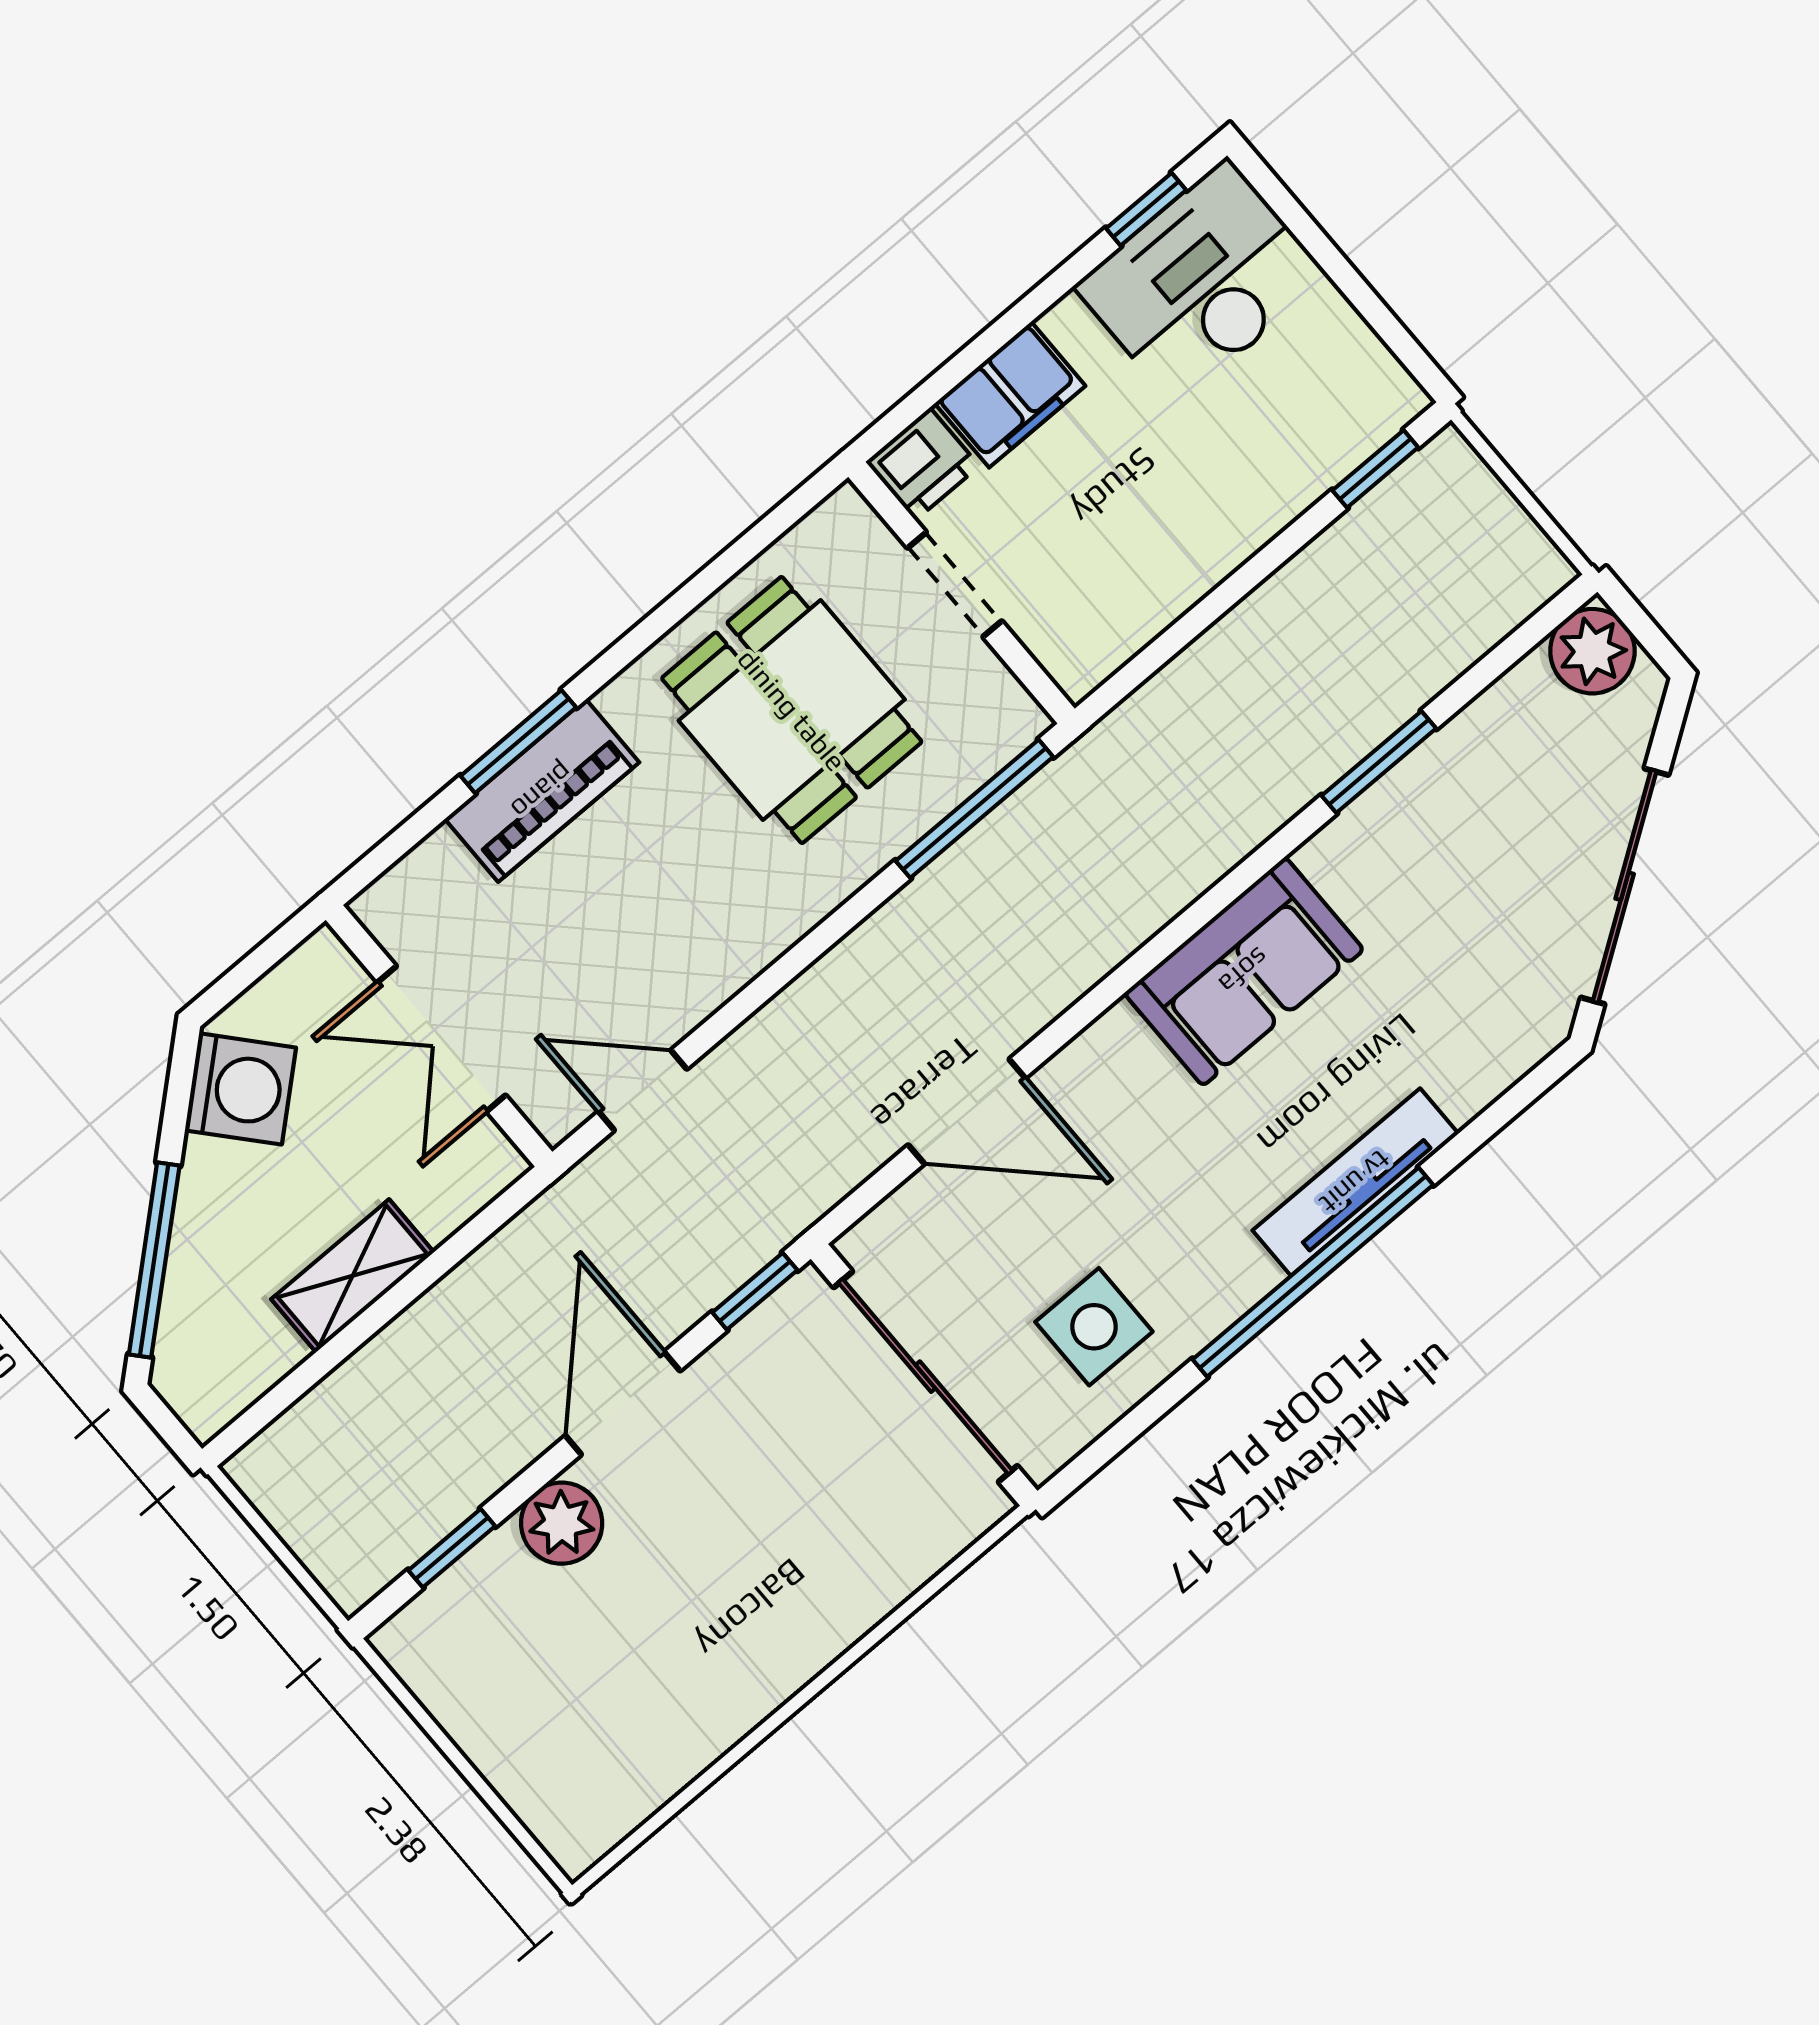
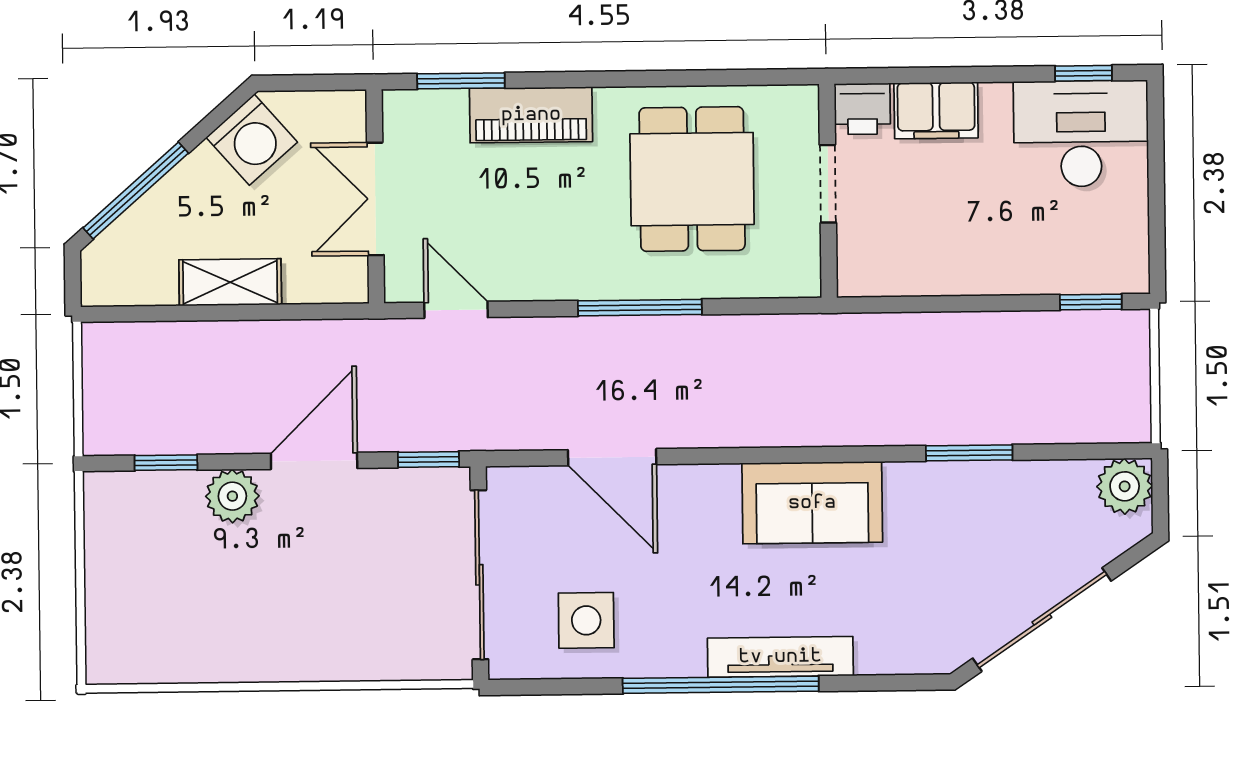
window: (518, 742) -> (461, 81), moved
window: (974, 809) -> (640, 308), moved

